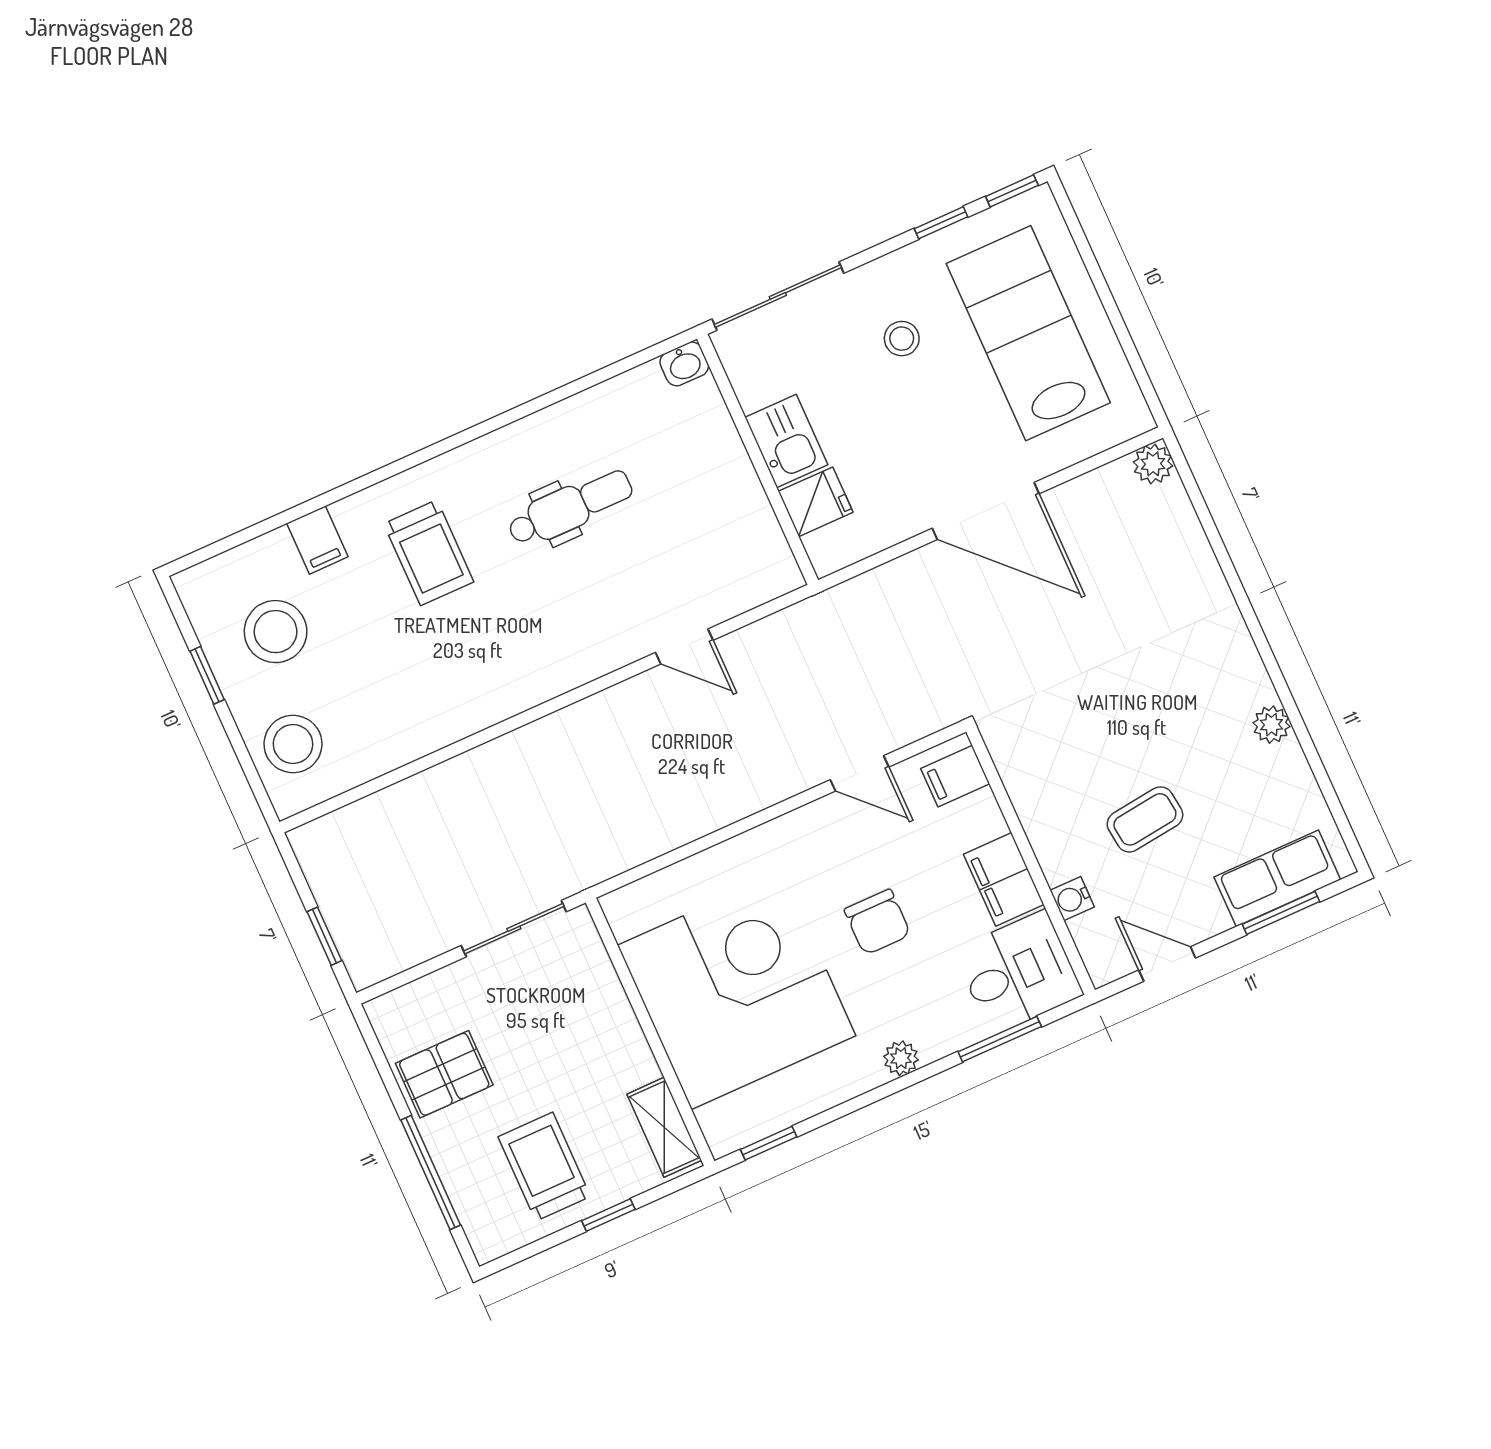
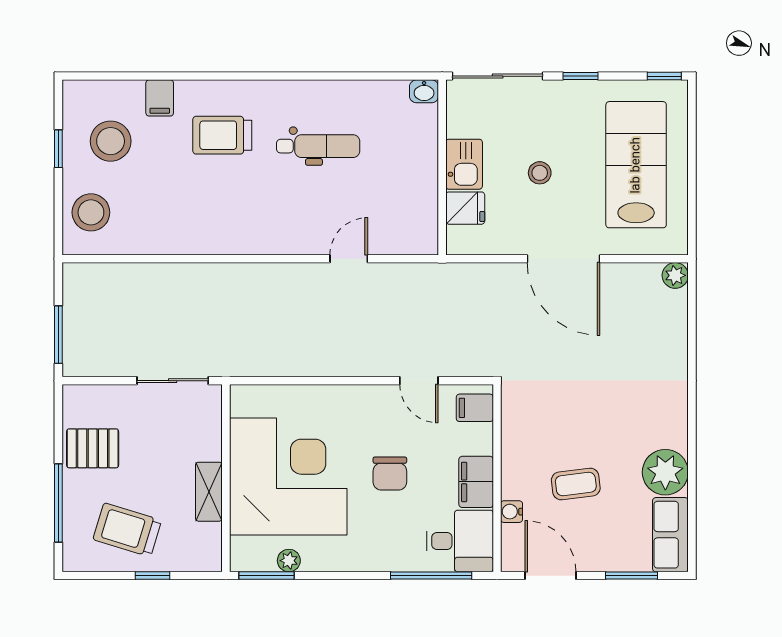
window: (941, 223) -> (581, 76), moved
stool: (902, 339) -> (540, 173), moved
trolley: (429, 553) -> (222, 135), turned 90
door: (684, 646) -> (349, 259), swing flipped
plant: (1271, 725) -> (665, 472), width x1.88, depth x1.88
row of seats: (1277, 878) -> (670, 535), moved, turned -90
window: (324, 936) -> (58, 335), width x1.50
door: (1167, 964) -> (550, 576), width x1.38
window: (1000, 1039) -> (431, 576), width x1.44
plant: (901, 1058) -> (289, 561), moved
shelving: (664, 1127) -> (209, 492), moved
window: (769, 1143) -> (267, 576), width x1.50
trolley: (544, 1167) -> (127, 530), turned -73

